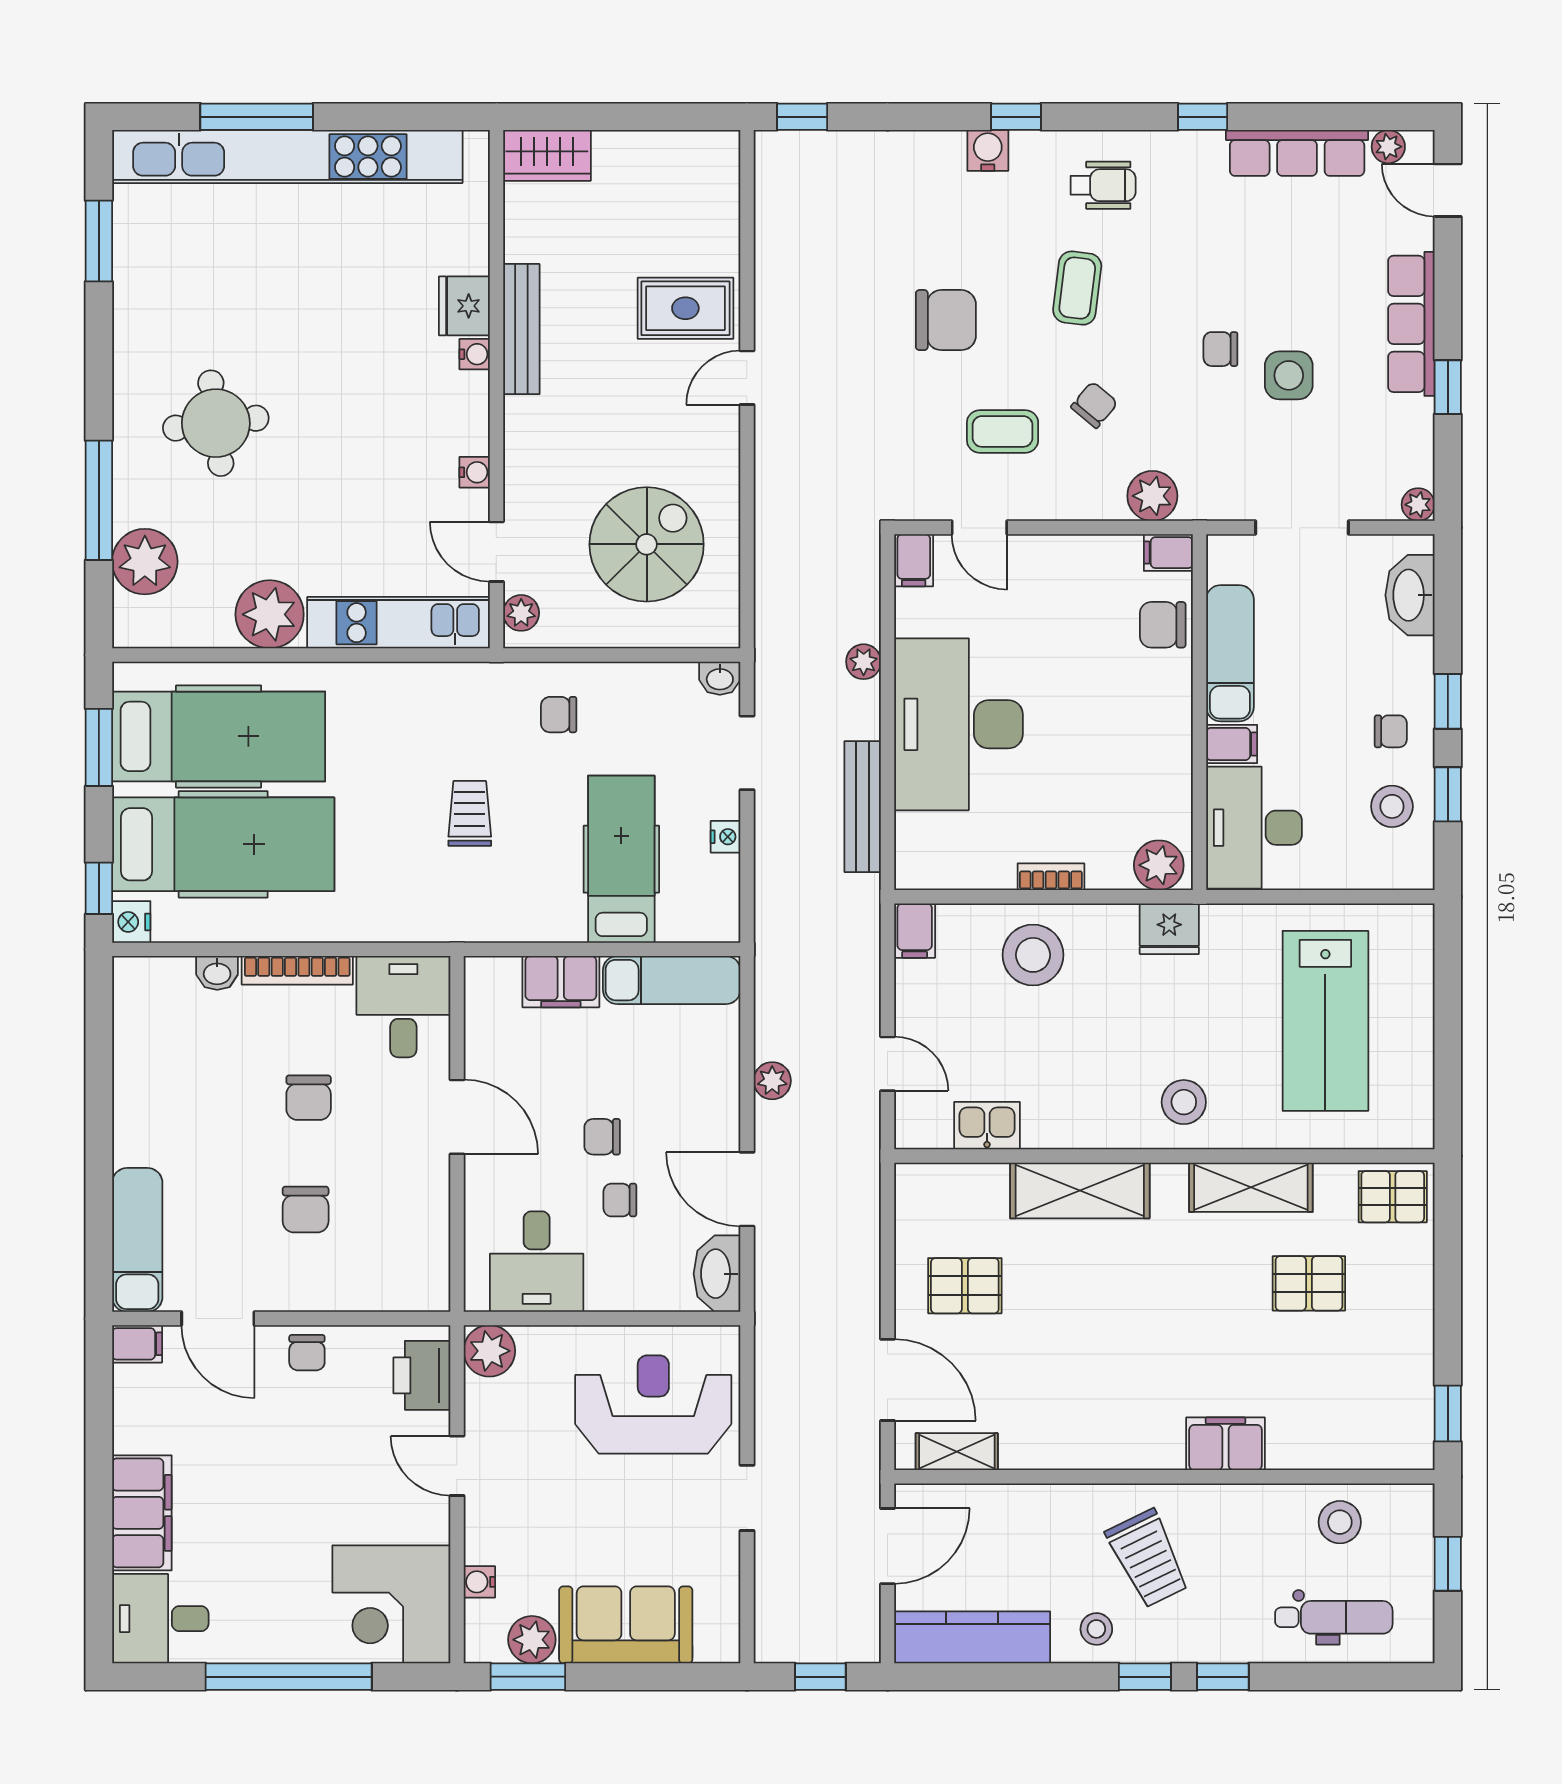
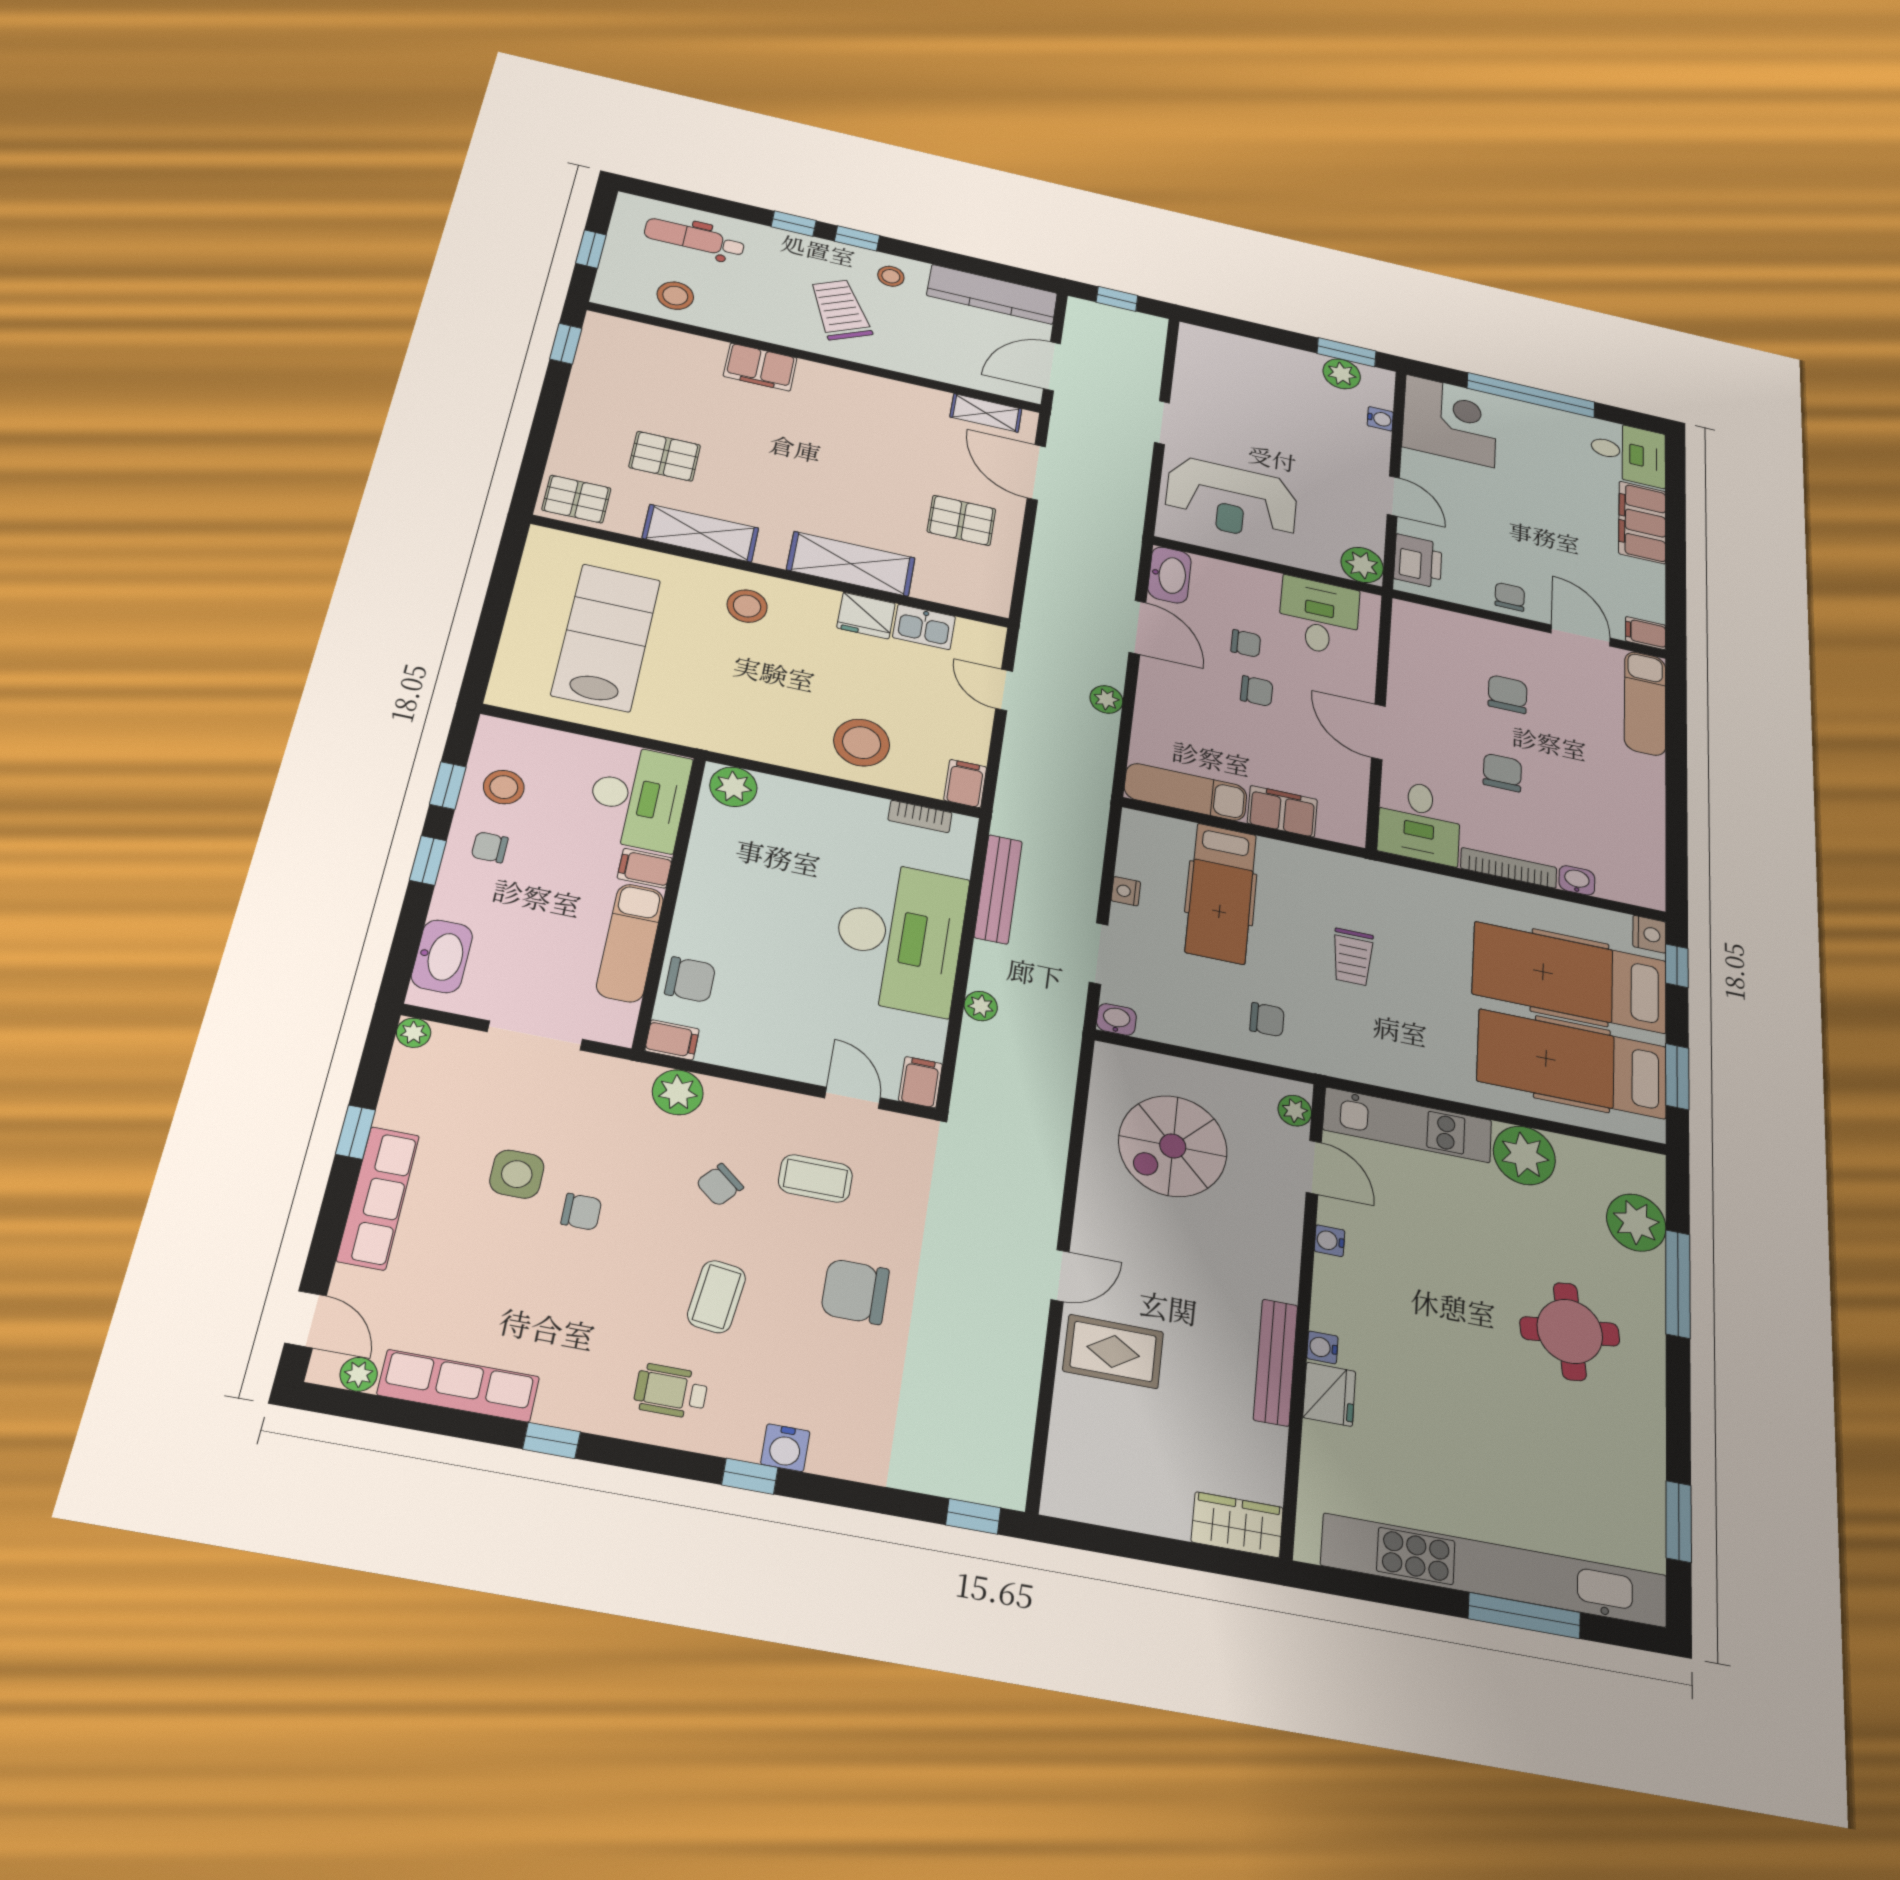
bookcase: (1051, 877) -> (920, 816), moved
fridge: (1169, 929) -> (866, 616), moved, turned 180
sofa: (626, 1625) -> (1267, 366), removed

